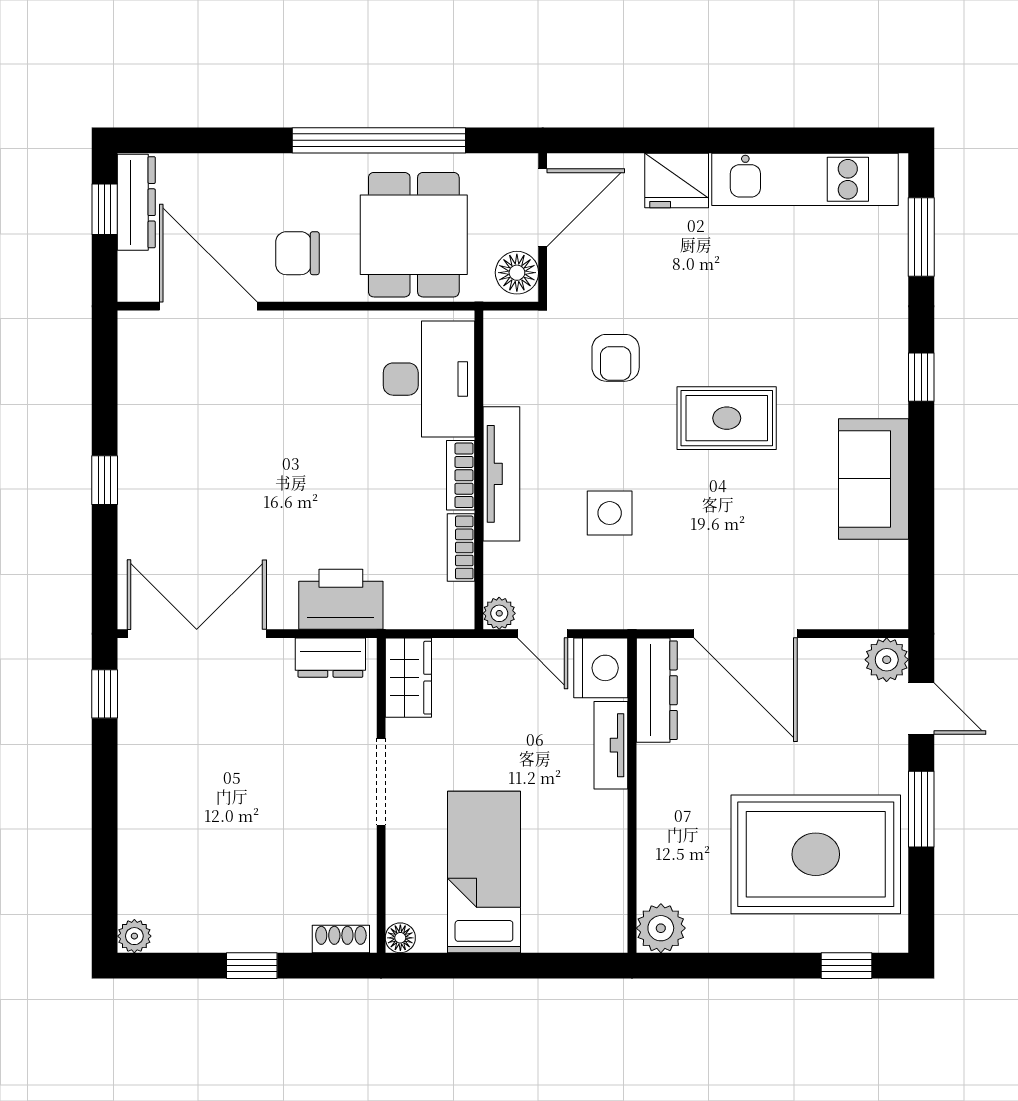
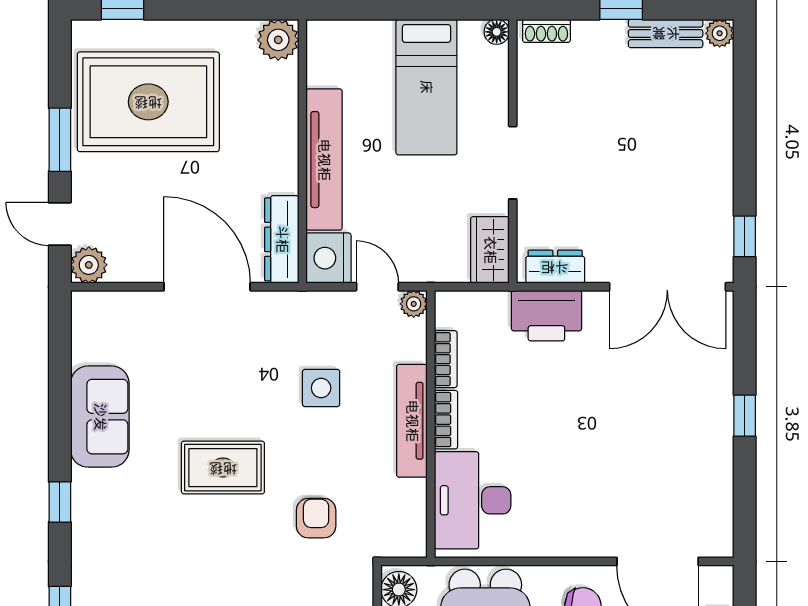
tv unit: (611, 745) -> (324, 160), width x1.92, depth x1.29
bench: (199, 936) -> (666, 33), added

